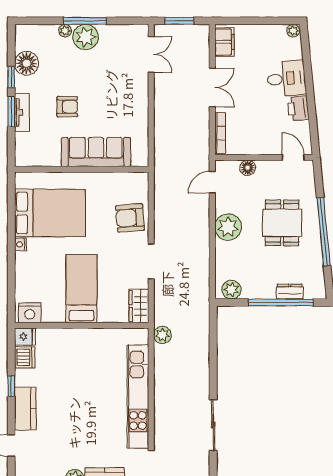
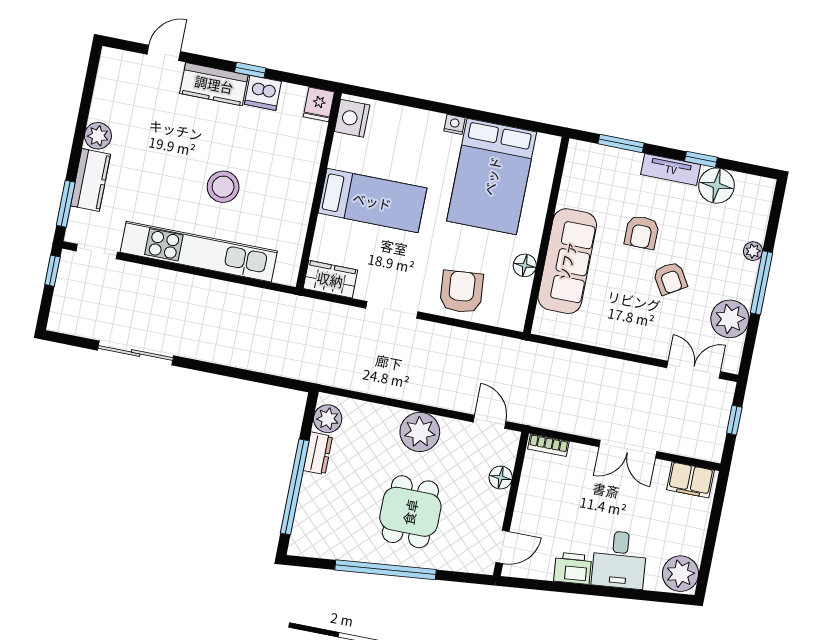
window: (179, 21) -> (734, 420), width x0.67
plant: (293, 31) -> (680, 574), width x1.88, depth x1.88
plant: (86, 37) -> (730, 319), moved
double door: (151, 54) -> (694, 370), swing flipped
armchair: (94, 82) -> (670, 278), added
window: (11, 112) -> (621, 143), moved
tv unit: (22, 112) -> (671, 169), moved
bookcase: (220, 133) -> (548, 445), width x0.64
floor lamp: (104, 180) -> (525, 265), added
dining table: (282, 223) -> (410, 512), turned 90
dresser: (290, 292) -> (318, 453), moved
plant: (162, 335) -> (282, 305), removed
dishwasher: (25, 357) -> (263, 93), moved
stool: (92, 389) -> (223, 187), added

